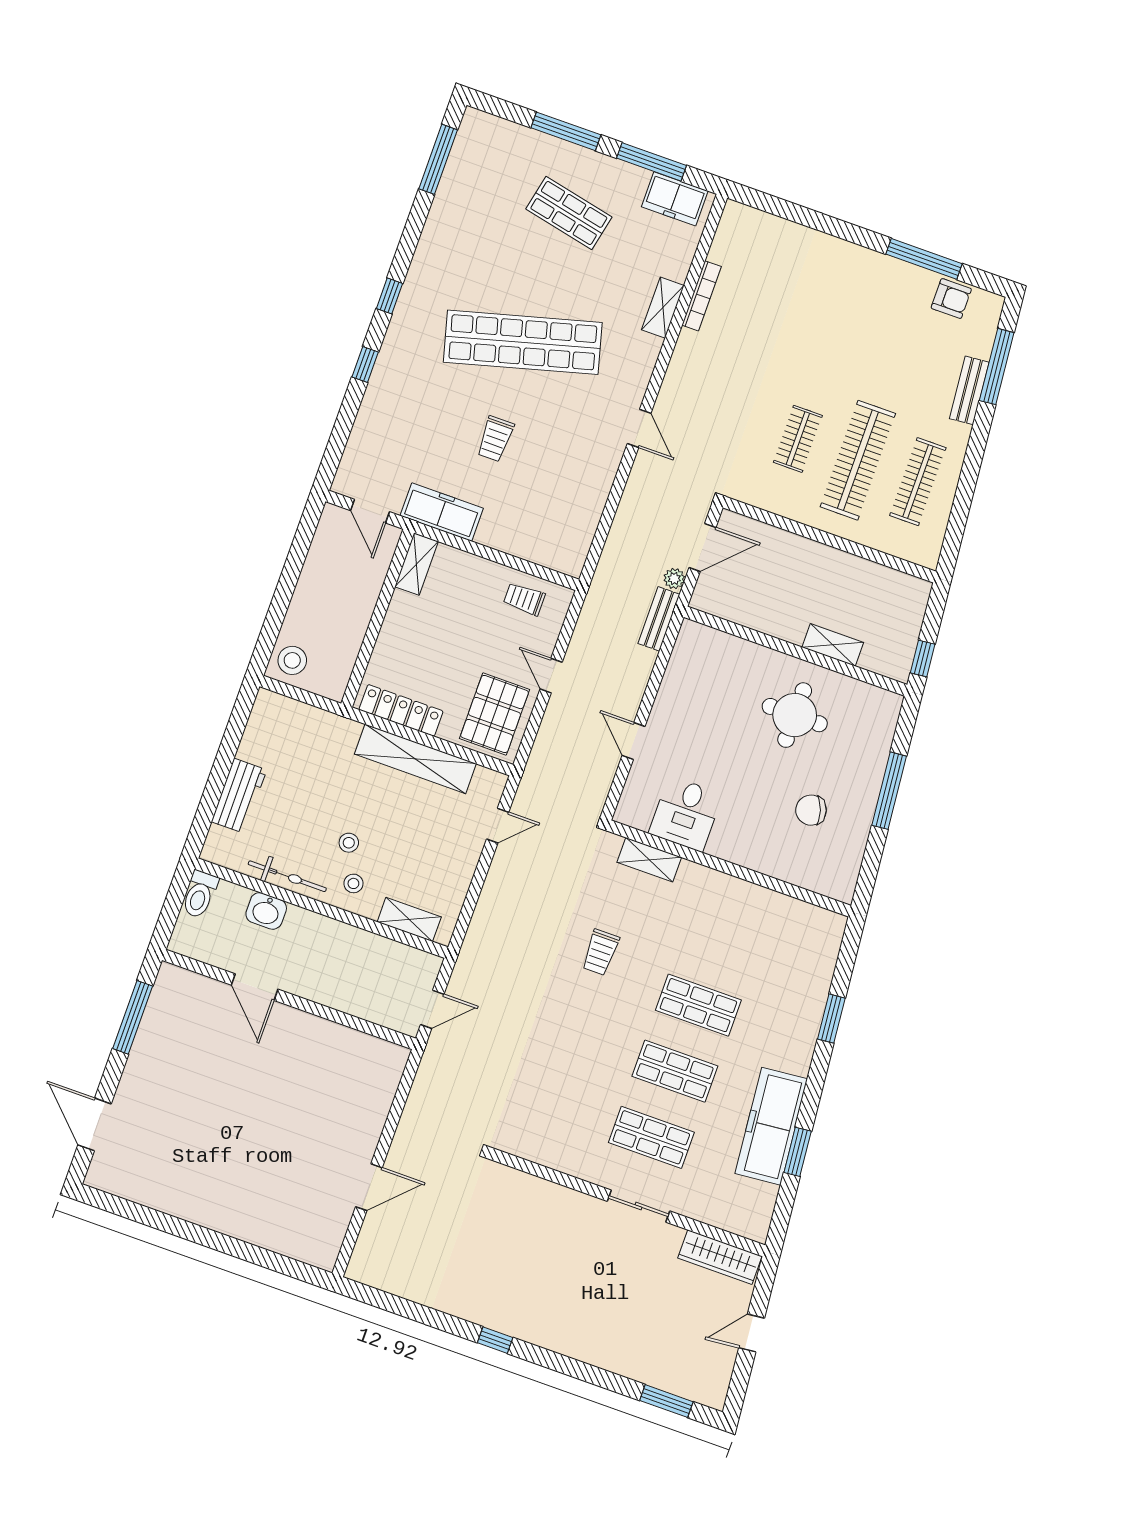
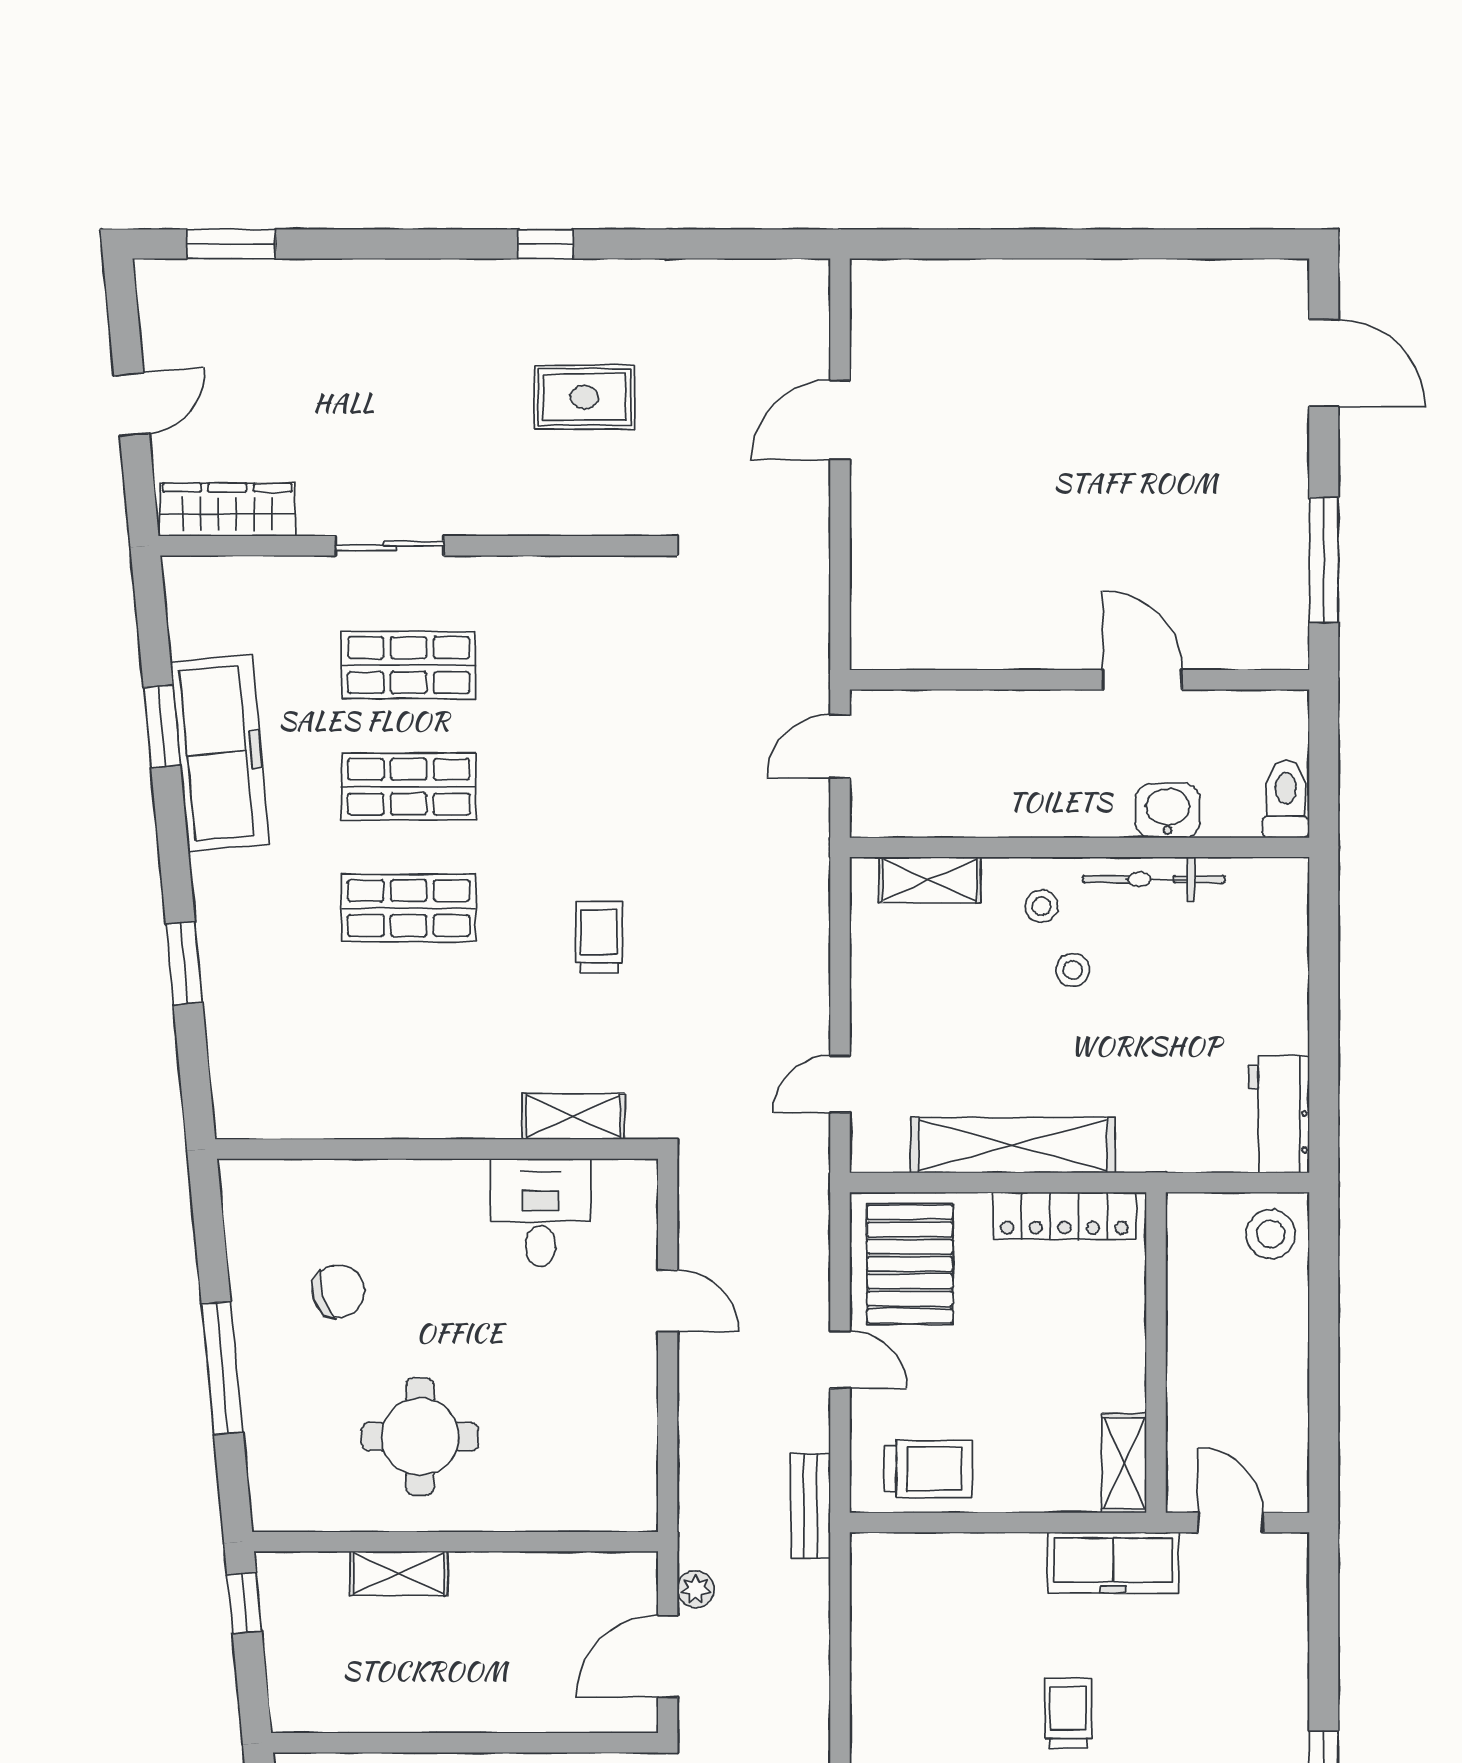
trolley: (524, 599) -> (928, 1469), width x1.36, depth x1.39
bench: (659, 619) -> (810, 1506), moved
workbench: (239, 796) -> (1279, 1114), moved
rug: (504, 1249) -> (584, 397), added

